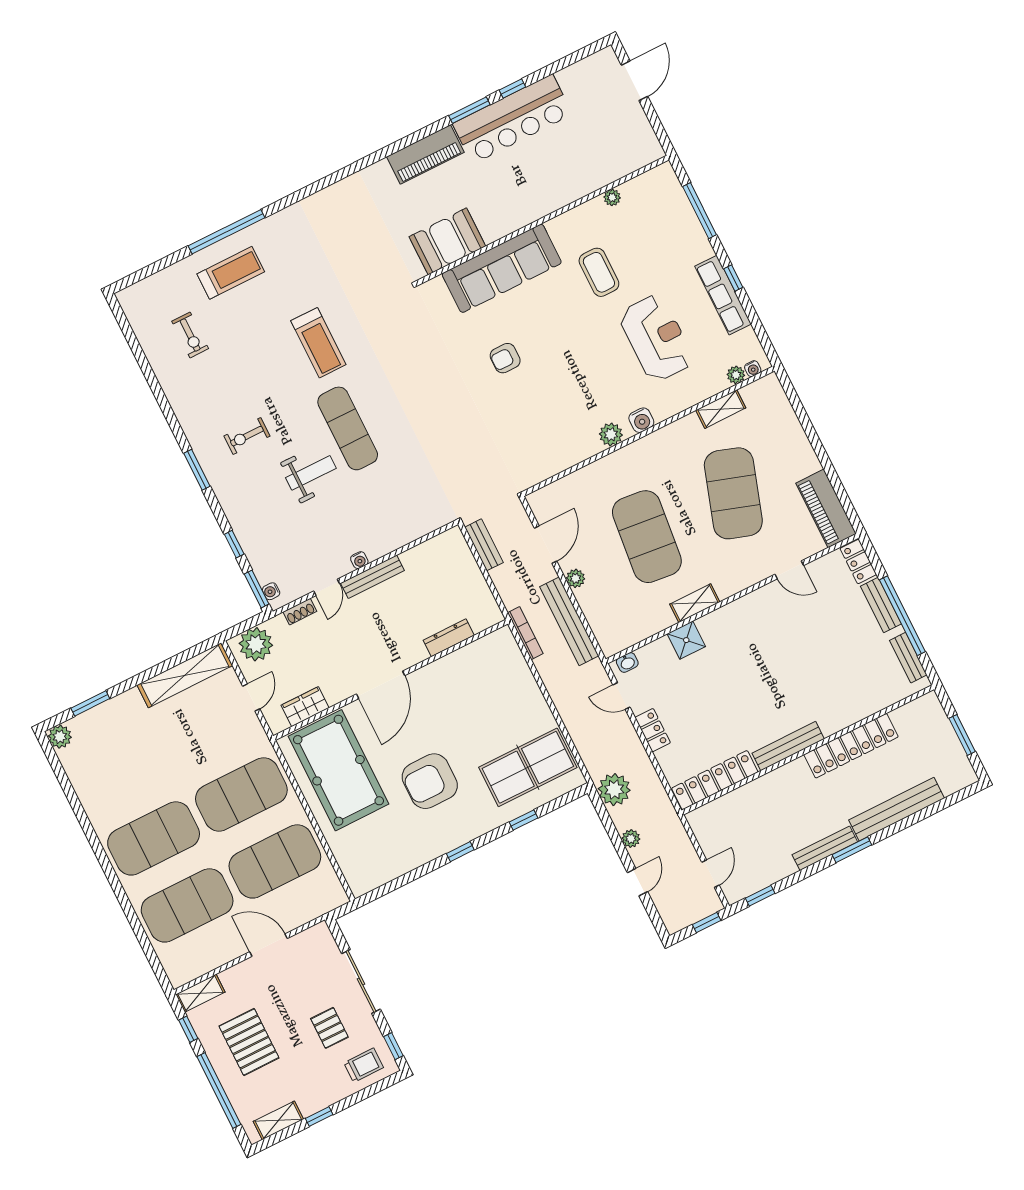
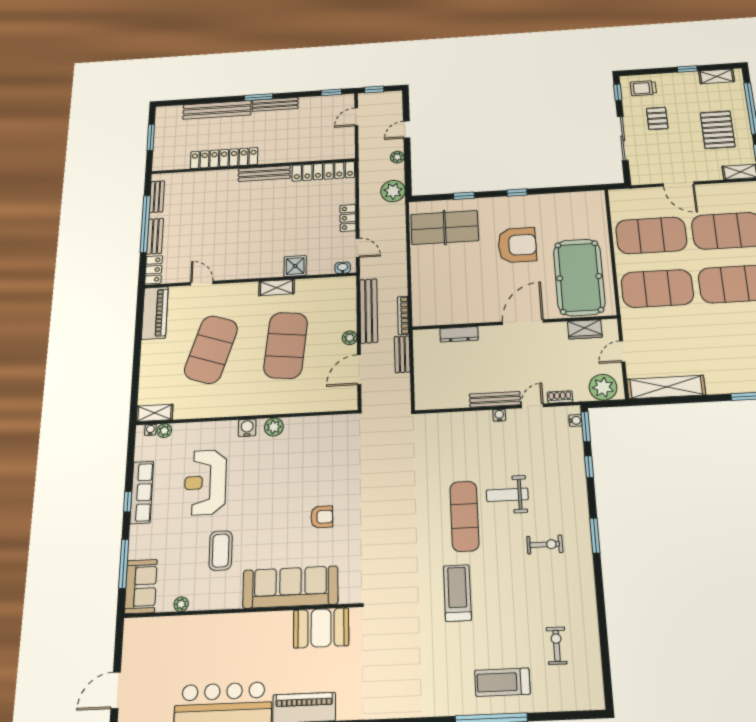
sofa: (667, 196) -> (141, 587), added
shelving: (721, 409) -> (155, 413), moved
bench: (484, 545) -> (402, 354), moved

